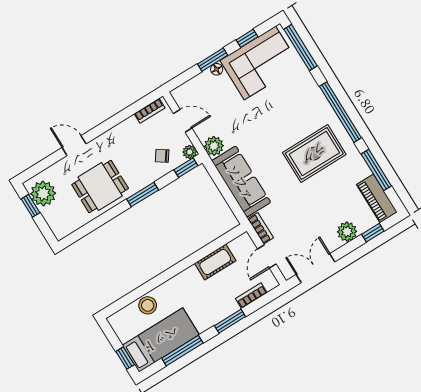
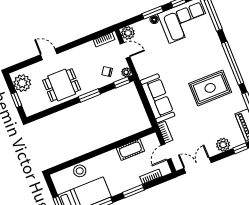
plant: (214, 146) -> (128, 33), moved
window: (31, 206) -> (16, 100), moved

